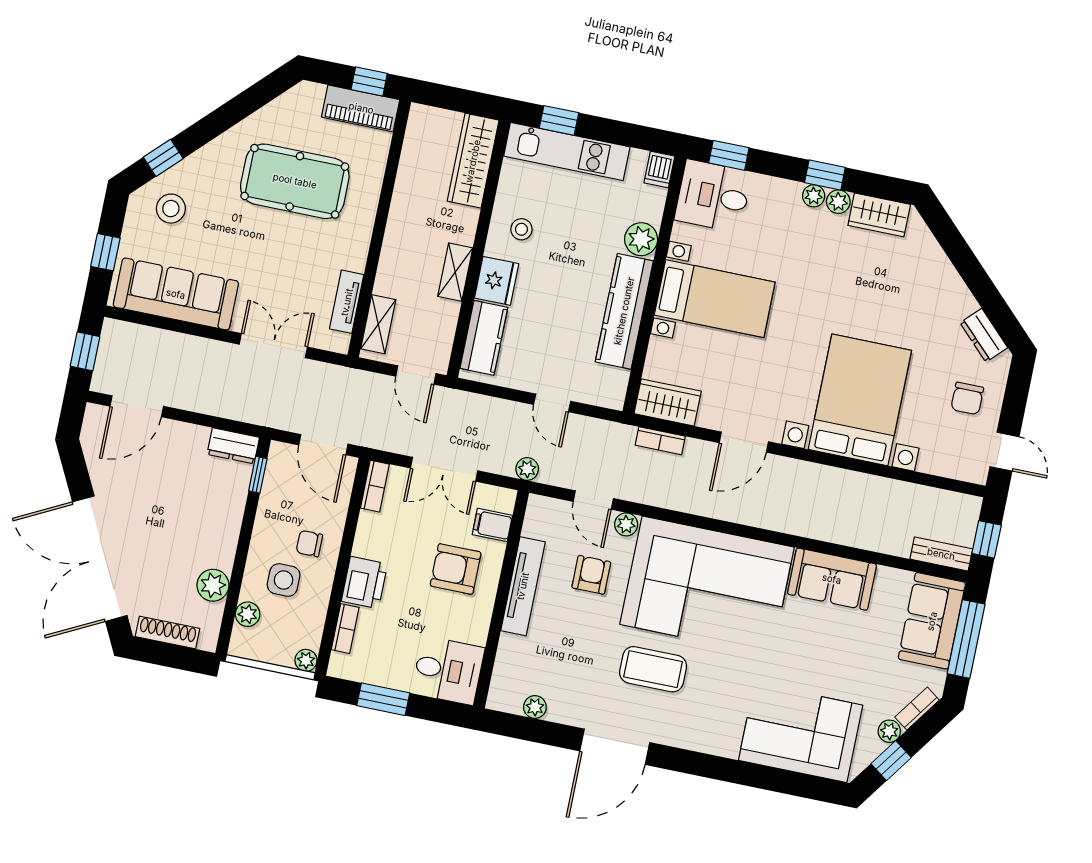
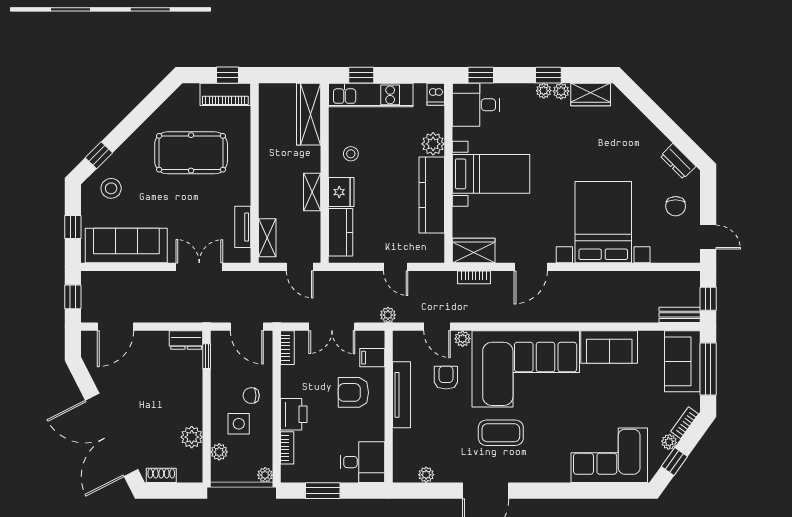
shoe rack: (168, 632) -> (161, 475), width x0.70

